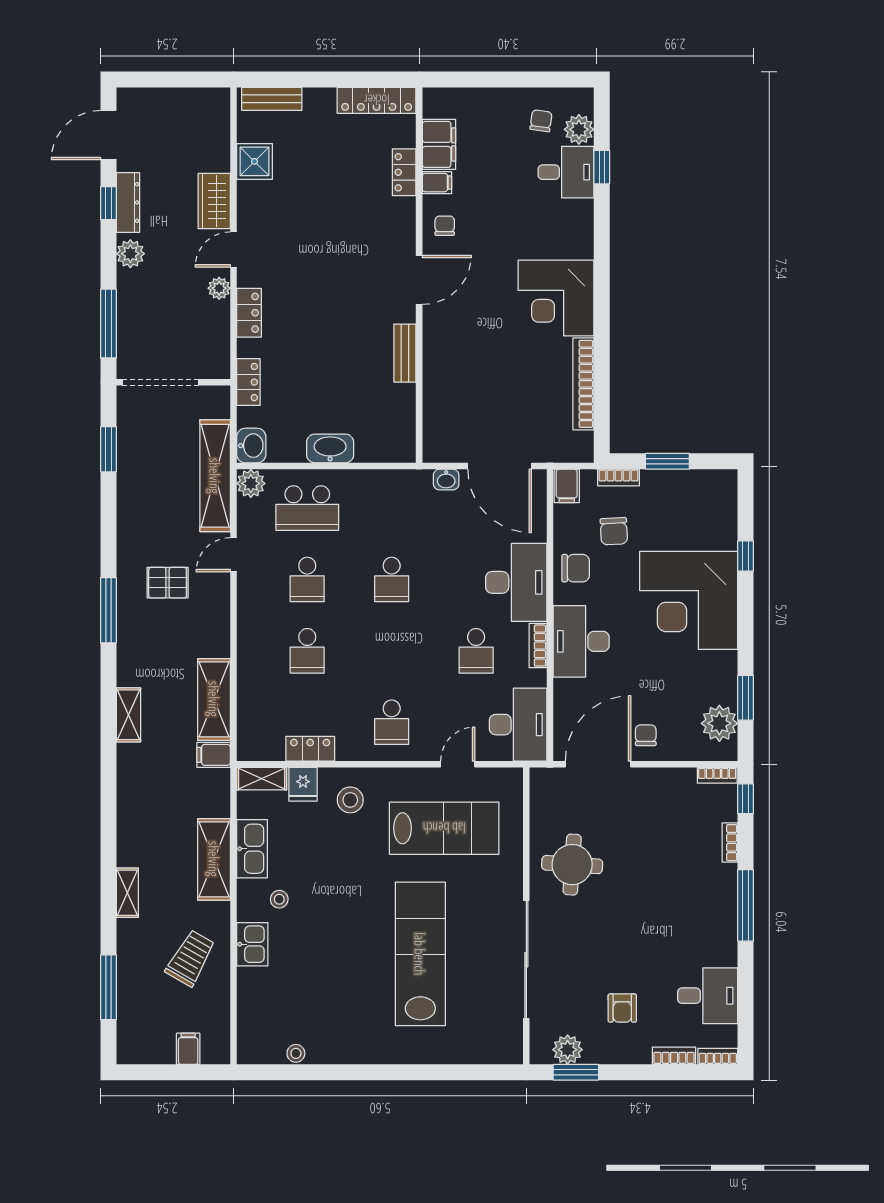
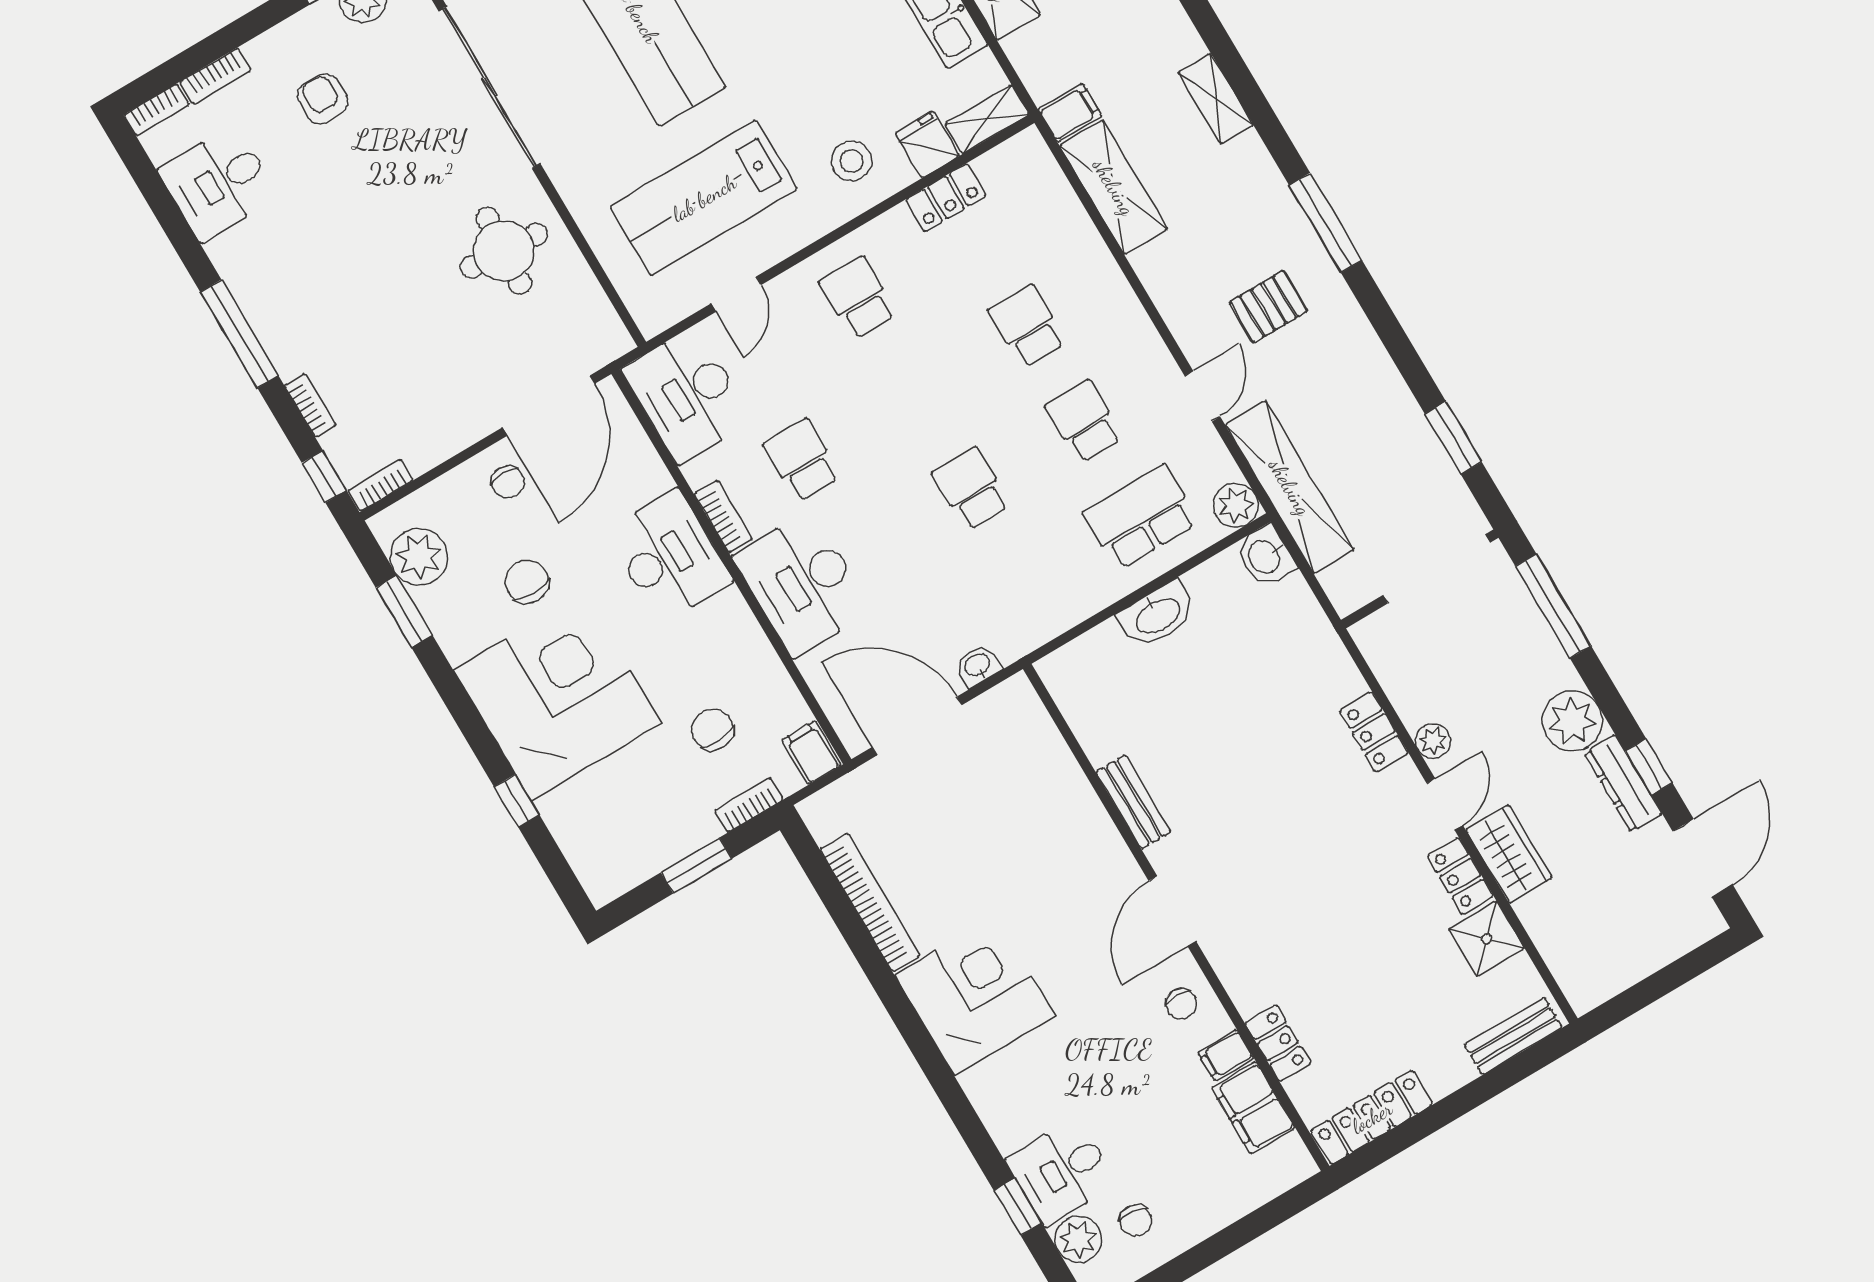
plant: (130, 254) -> (1572, 721), width x1.36, depth x1.36
locker: (248, 382) -> (1460, 876), moved
chair: (576, 568) -> (527, 582), moved, turned 90

